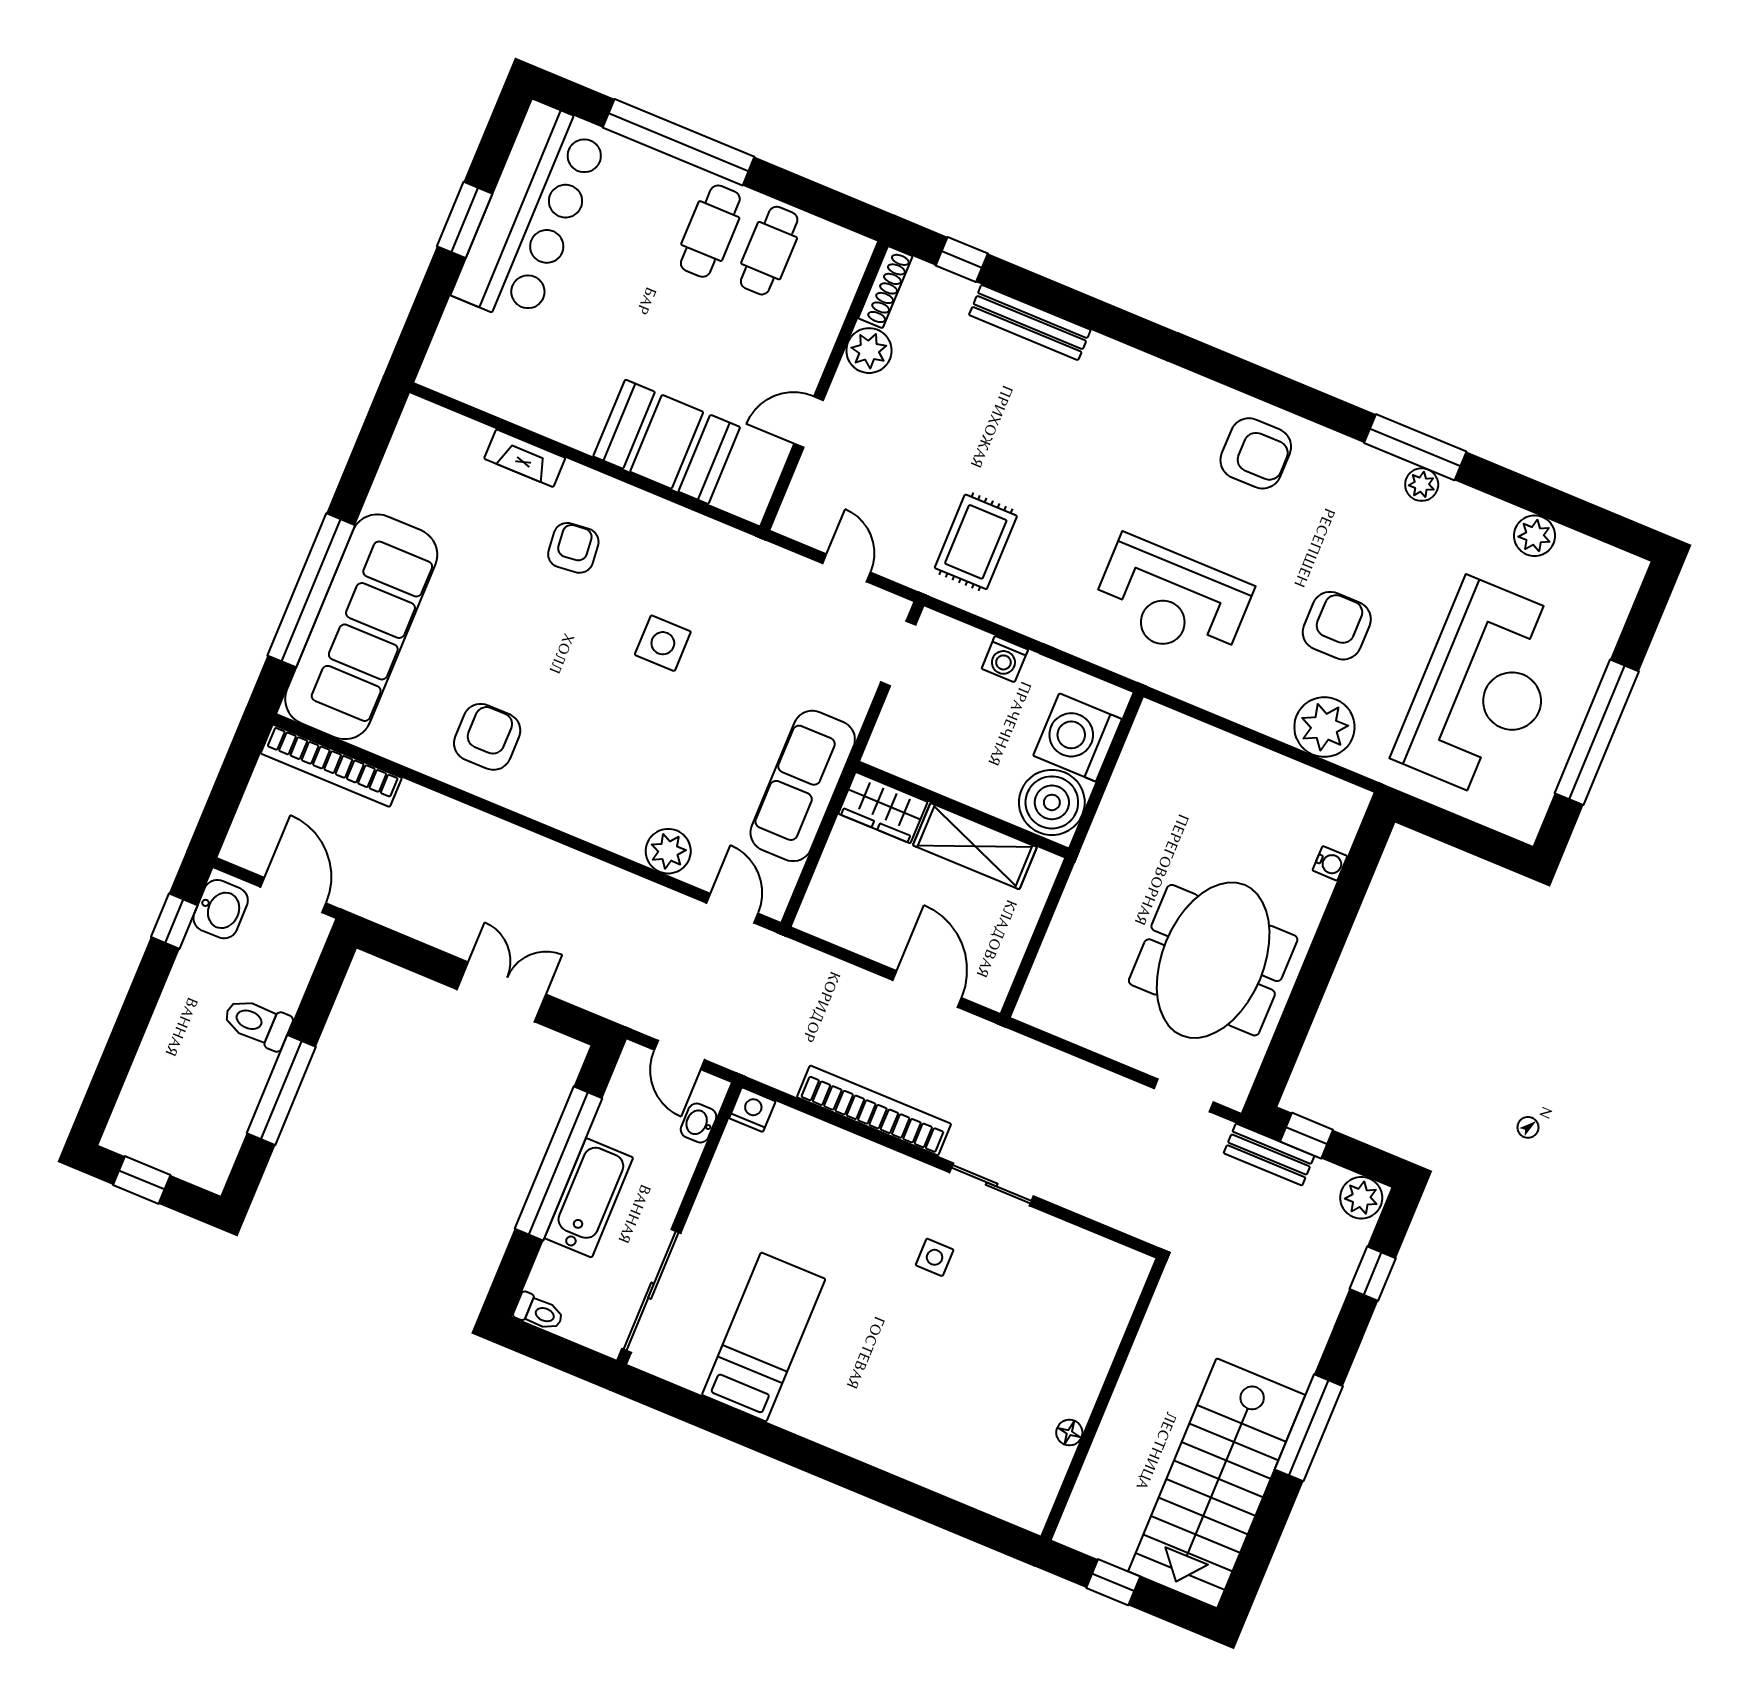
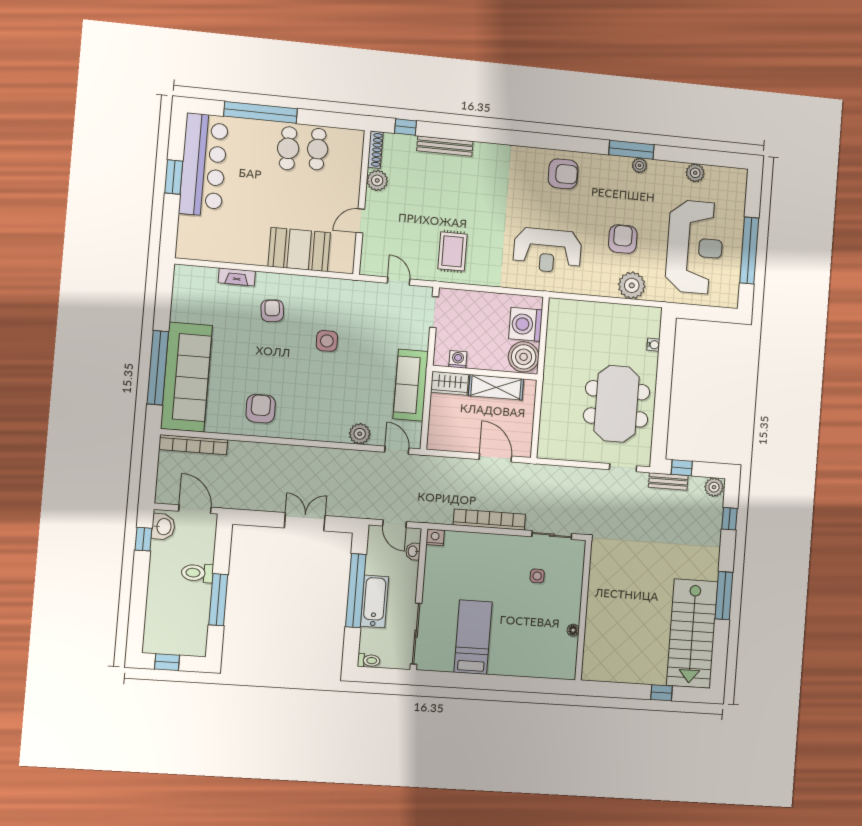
washing machine: (1005, 659) -> (458, 359), moved, turned 180
wall: (1104, 1399) -> (583, 610), moved
floor lamp: (1069, 1433) -> (573, 630), moved

